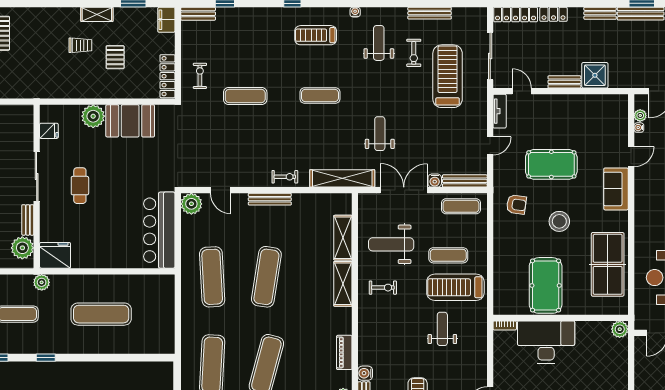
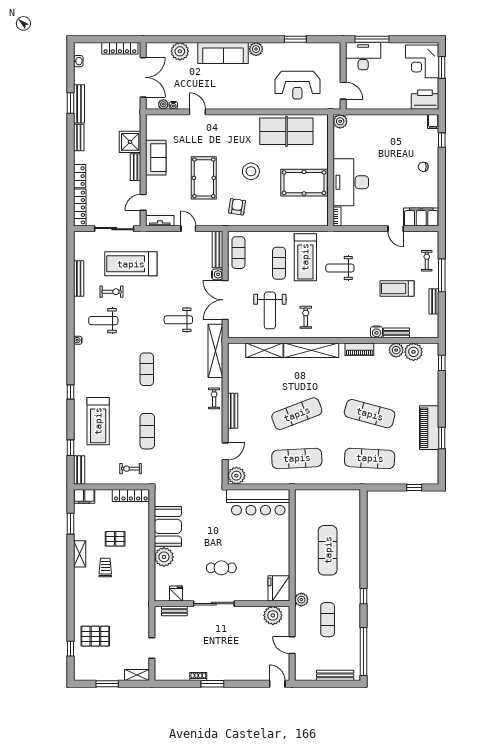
treadmill: (316, 35) -> (98, 421), moved, width x1.37, depth x1.38
sofa: (616, 189) -> (156, 158), moved, turned -90
bench: (28, 220) -> (174, 611), moved
exercise mat: (266, 277) -> (297, 414), turned -30
shelving: (343, 284) -> (311, 350), width x1.47

